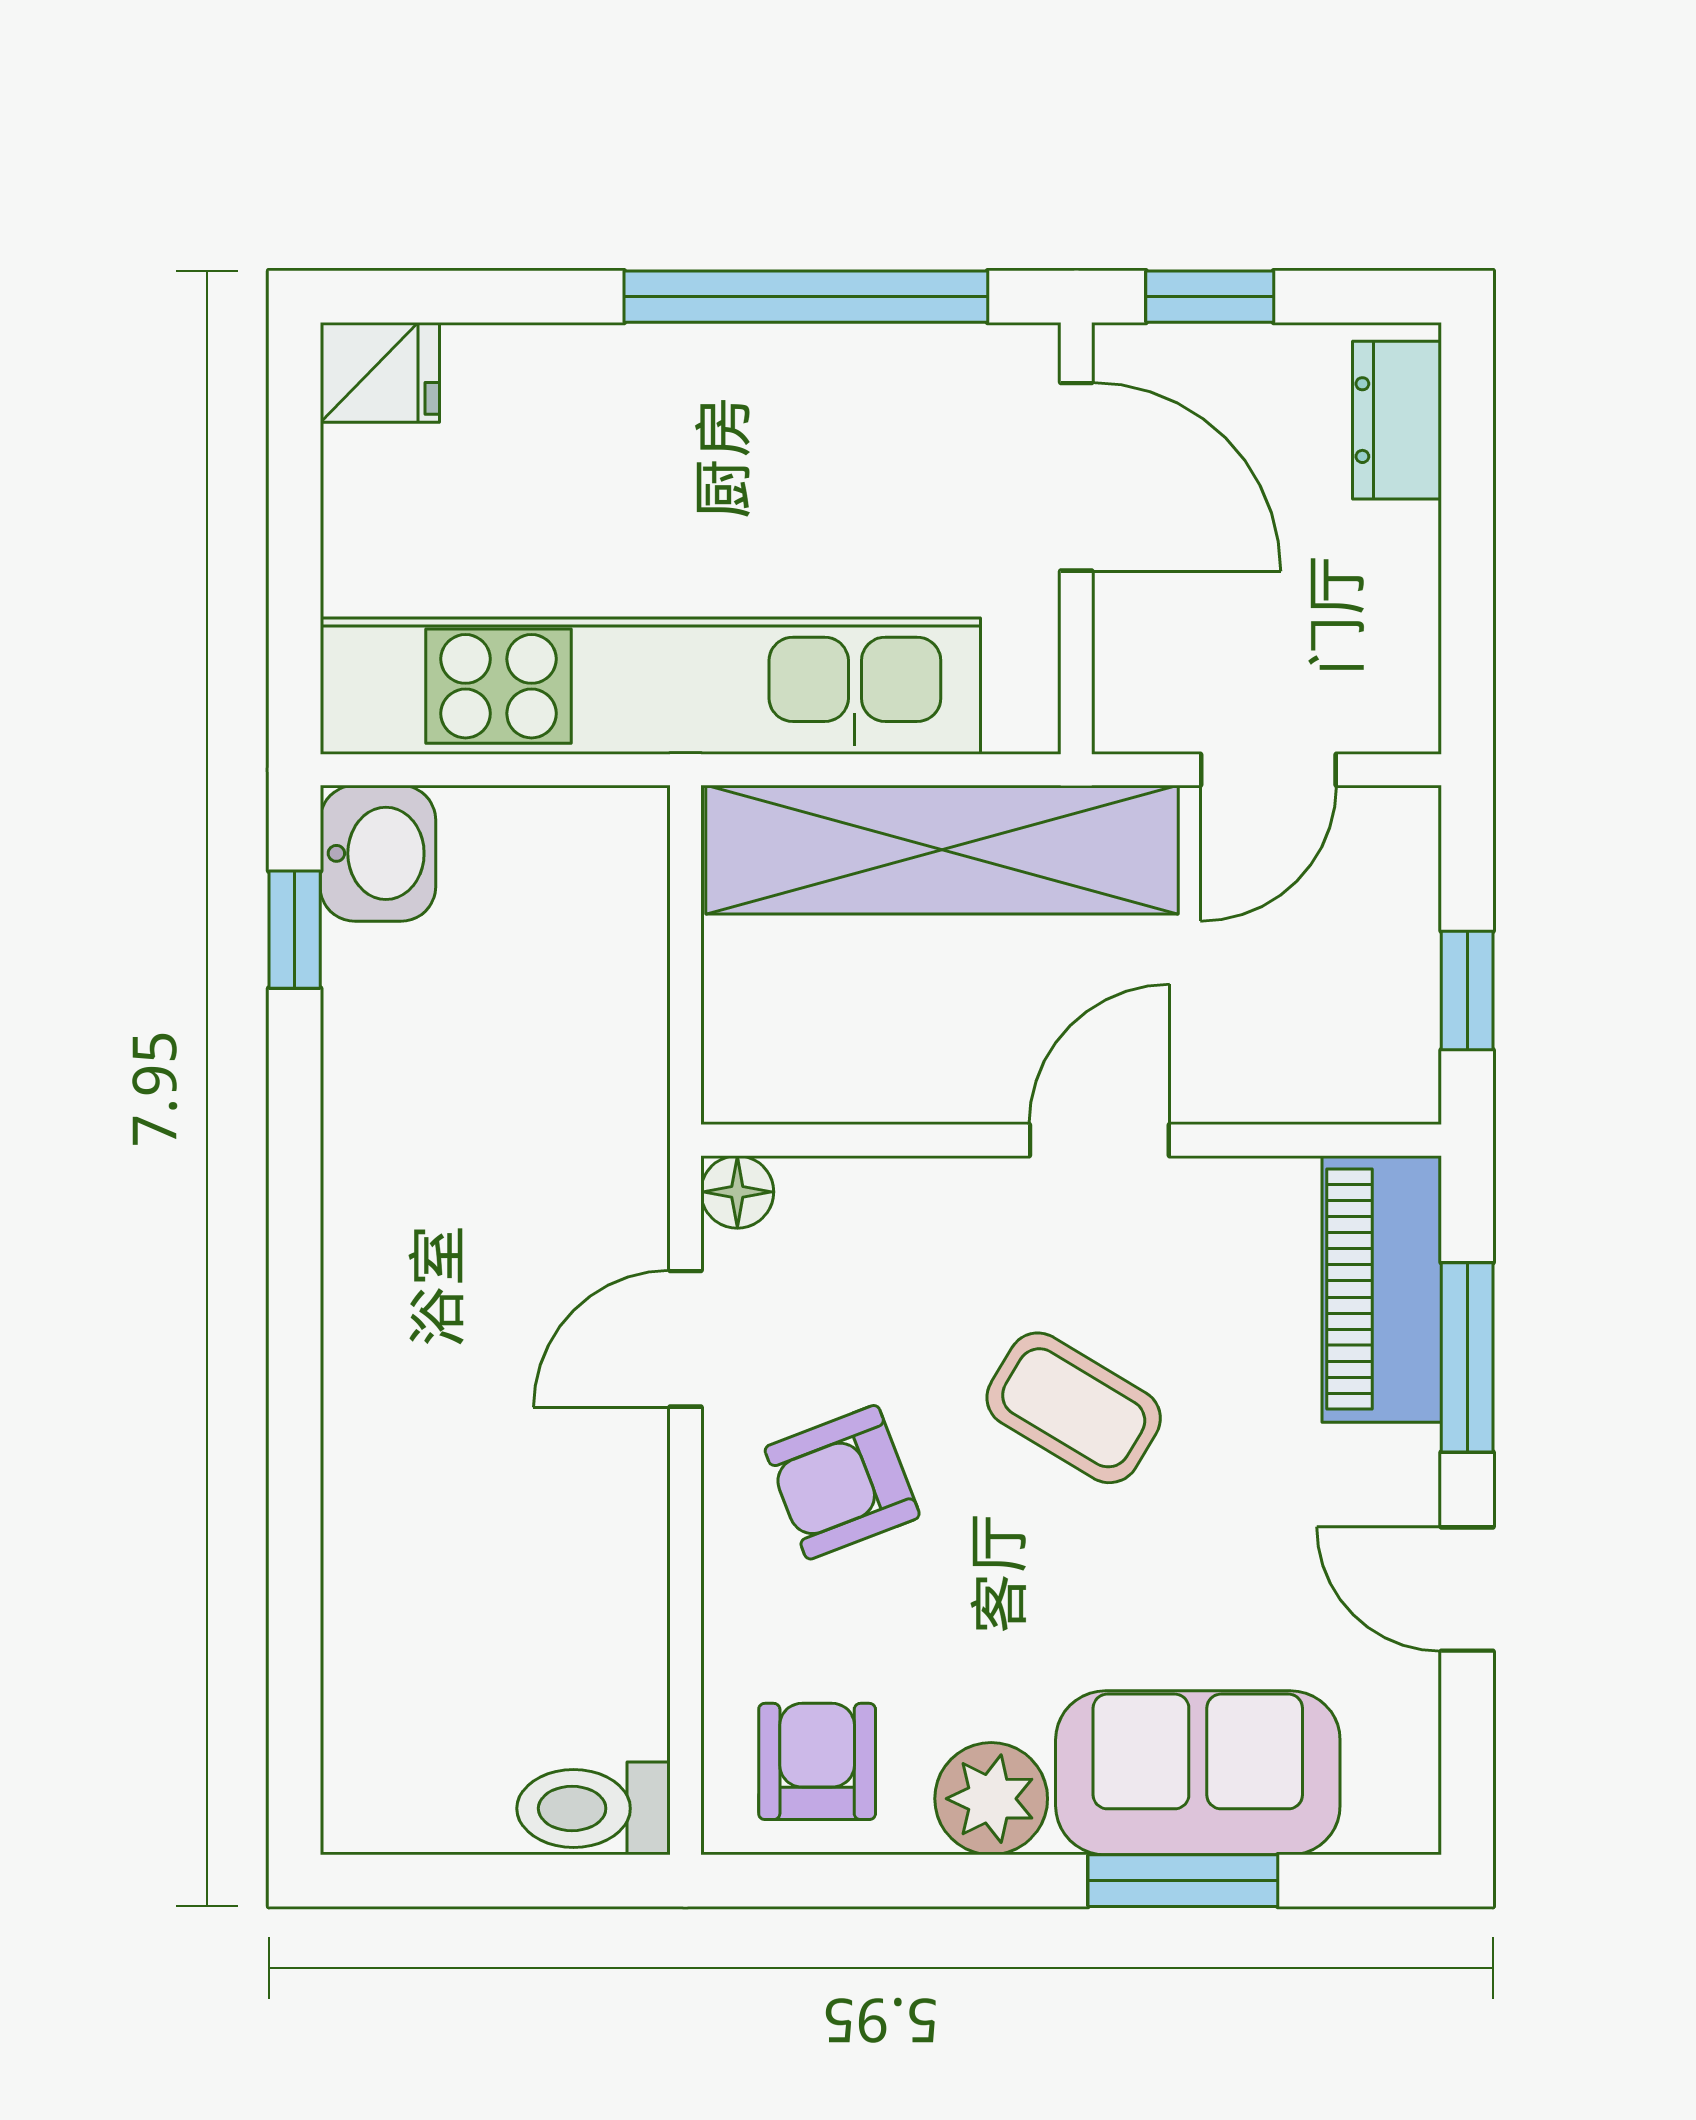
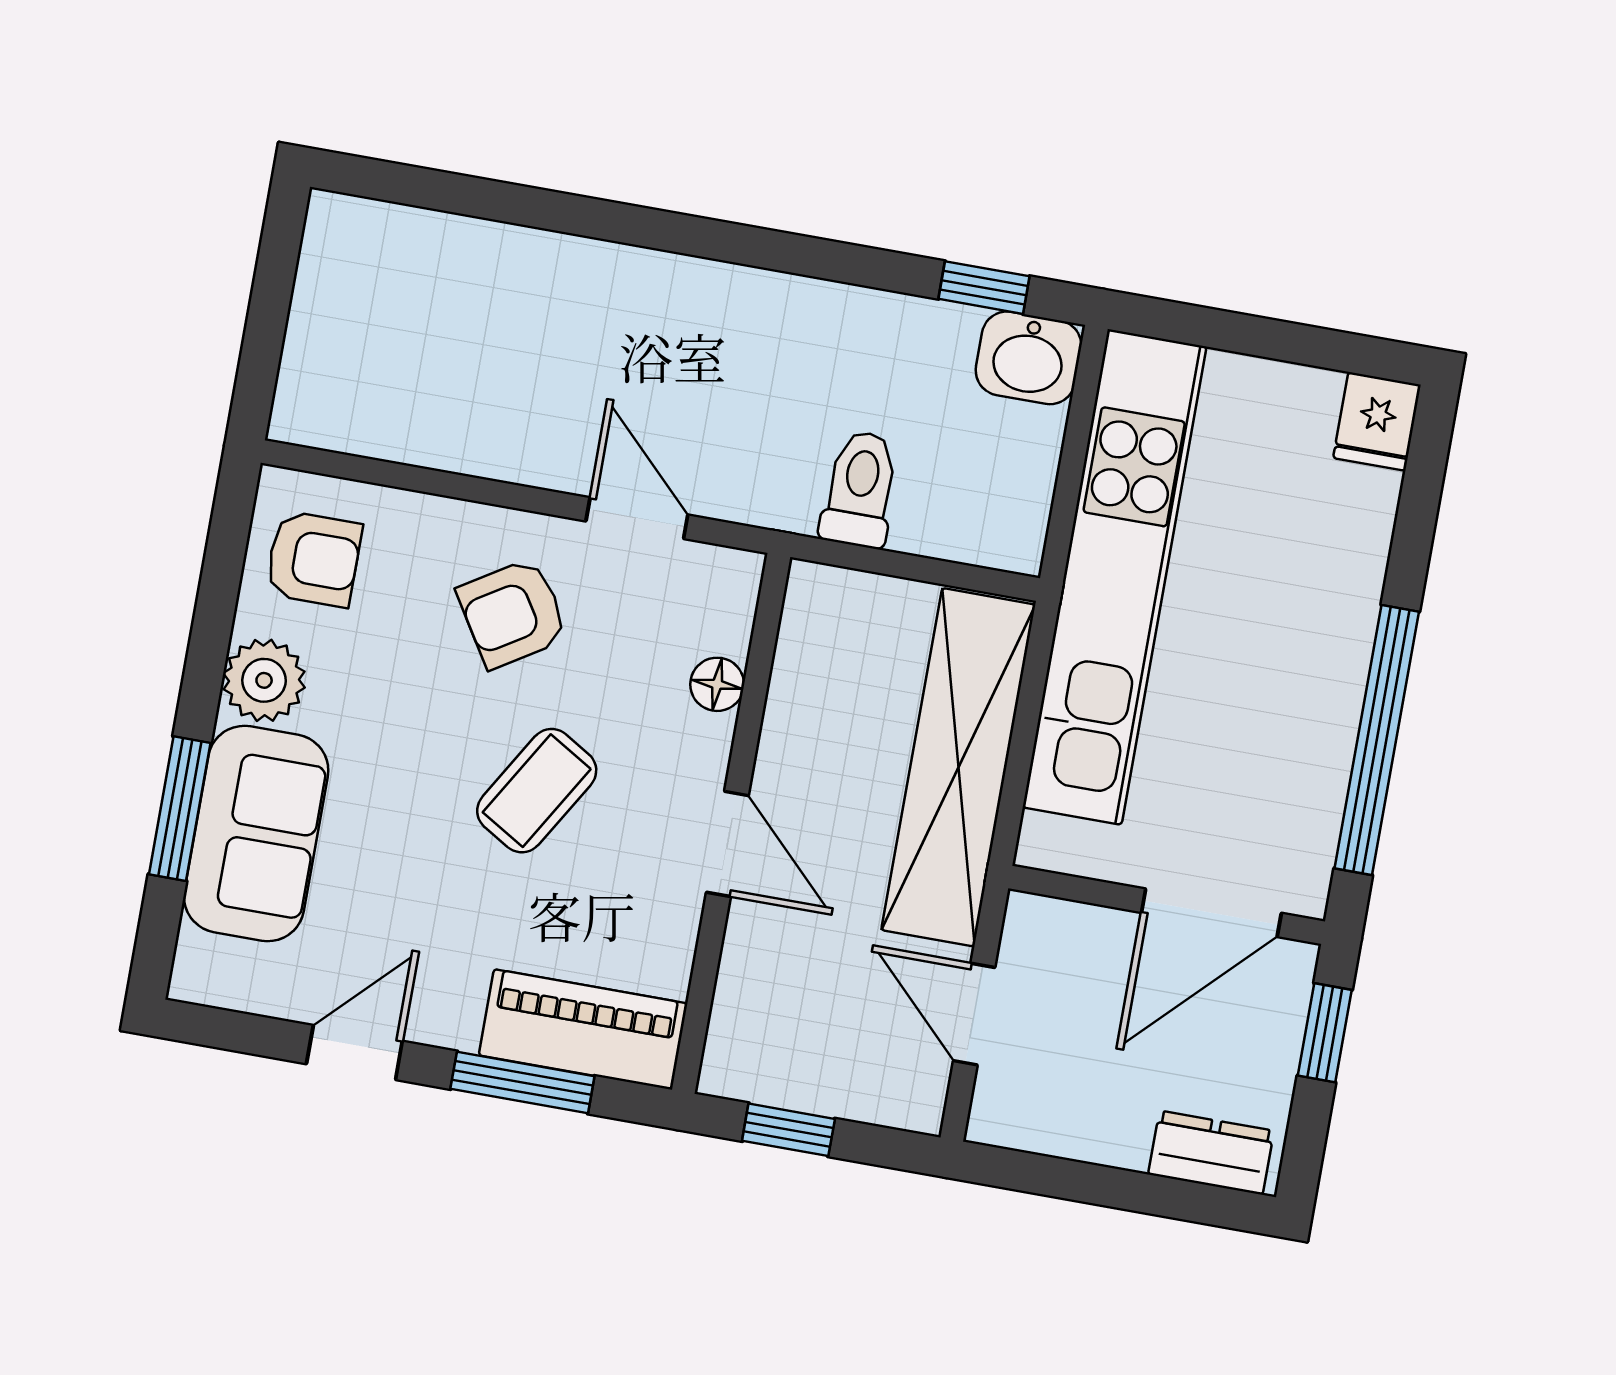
floor lamp: (737, 1192) -> (717, 684), moved
armchair: (842, 1482) -> (513, 613), turned -101
toilet: (593, 1808) -> (860, 489), moved

